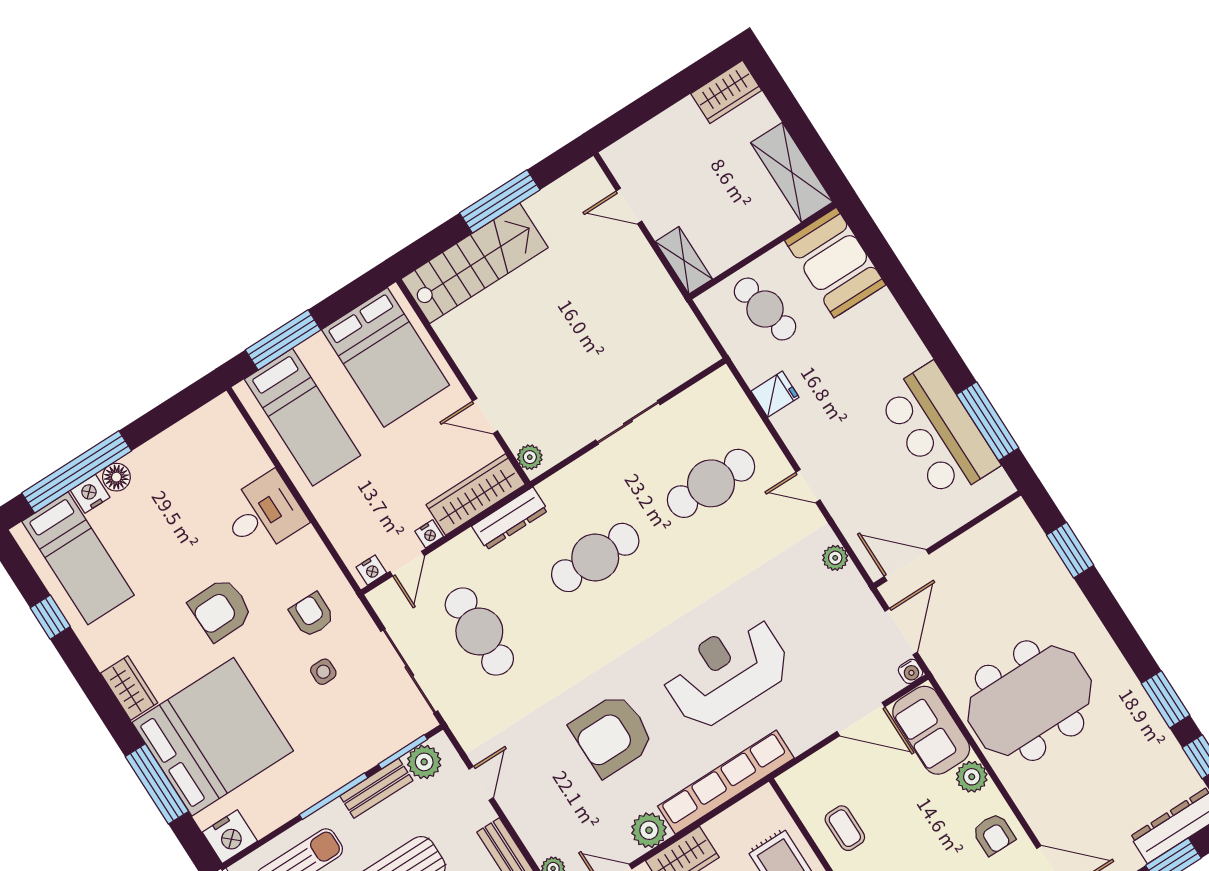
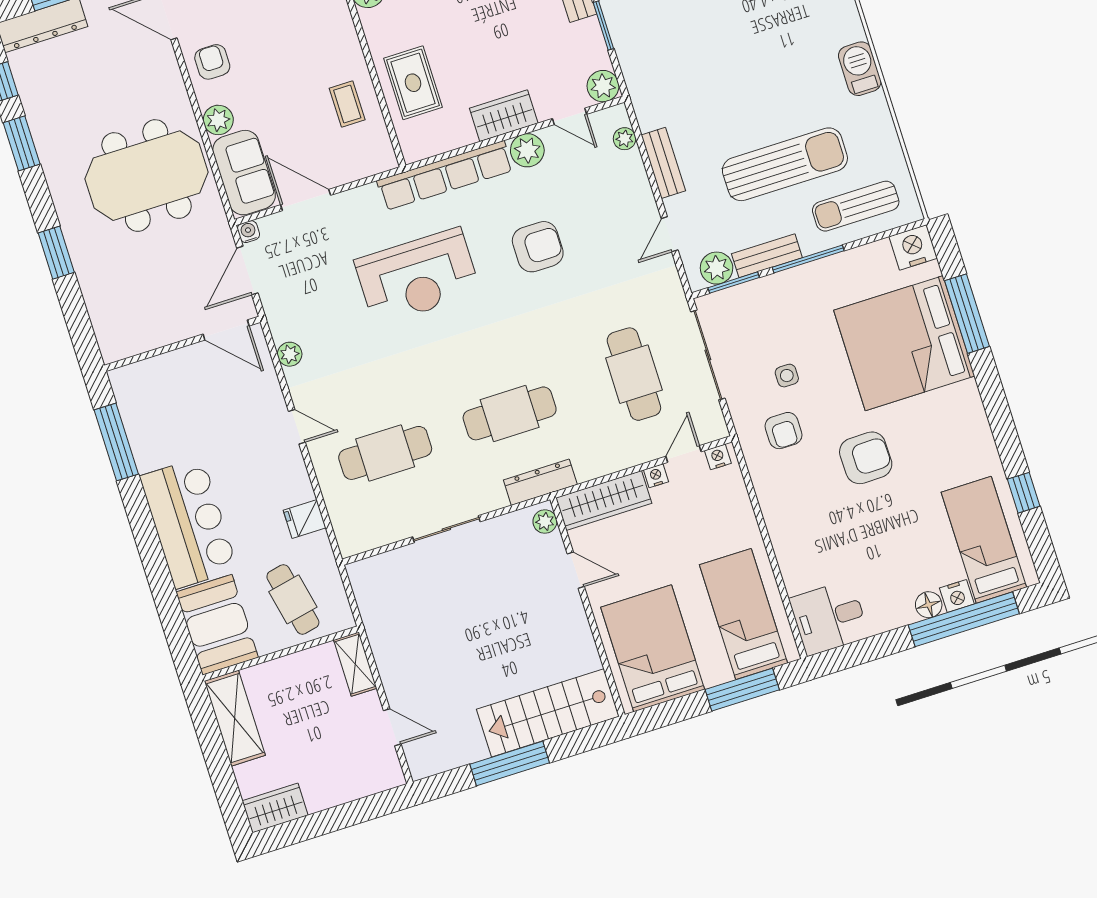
bar counter: (938, 431) -> (189, 523), moved
desk: (263, 514) -> (829, 618), moved
dresser: (510, 518) -> (540, 482), moved
window: (1070, 550) -> (56, 253), moved
wardrobe: (129, 688) -> (969, 408), removed
armchair: (612, 735) -> (538, 247), width x0.73, depth x0.73

